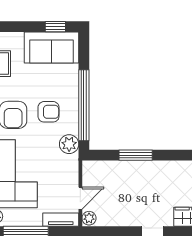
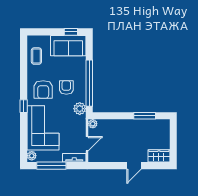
armchair: (49, 112) -> (66, 87), turned -90
window: (136, 155) -> (145, 116), moved
plant: (89, 218) -> (93, 124), moved

